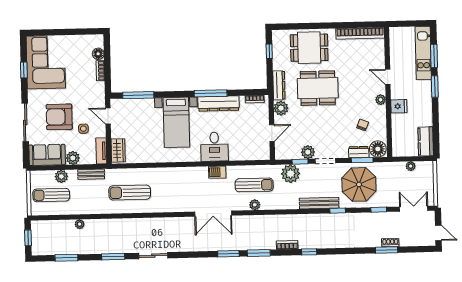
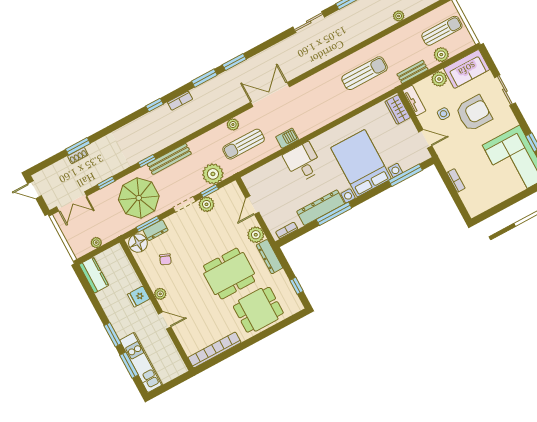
floor lamp: (98, 54) -> (467, 196), removed
sliding door: (25, 122) -> (505, 90), width x0.73
bed with nightstands: (176, 122) -> (361, 163), width x1.36

